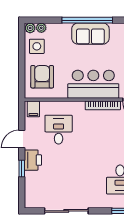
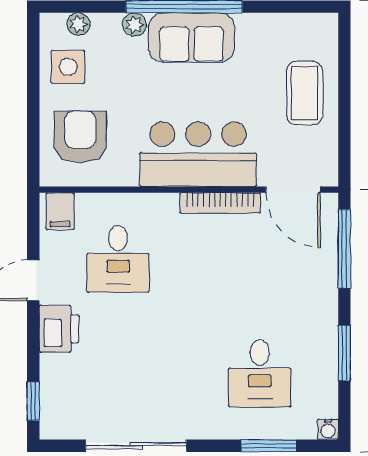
plant: (30, 28) -> (134, 25), moved
desk: (59, 130) -> (118, 259), turned 180
window: (22, 169) -> (33, 401), moved

